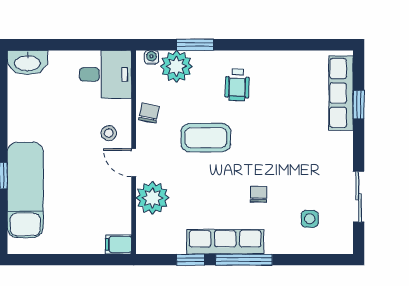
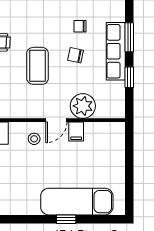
chair: (149, 113) -> (76, 55), moved
filing cabinet: (118, 244) -> (76, 131), moved
window: (244, 260) -> (129, 37), width x0.69

